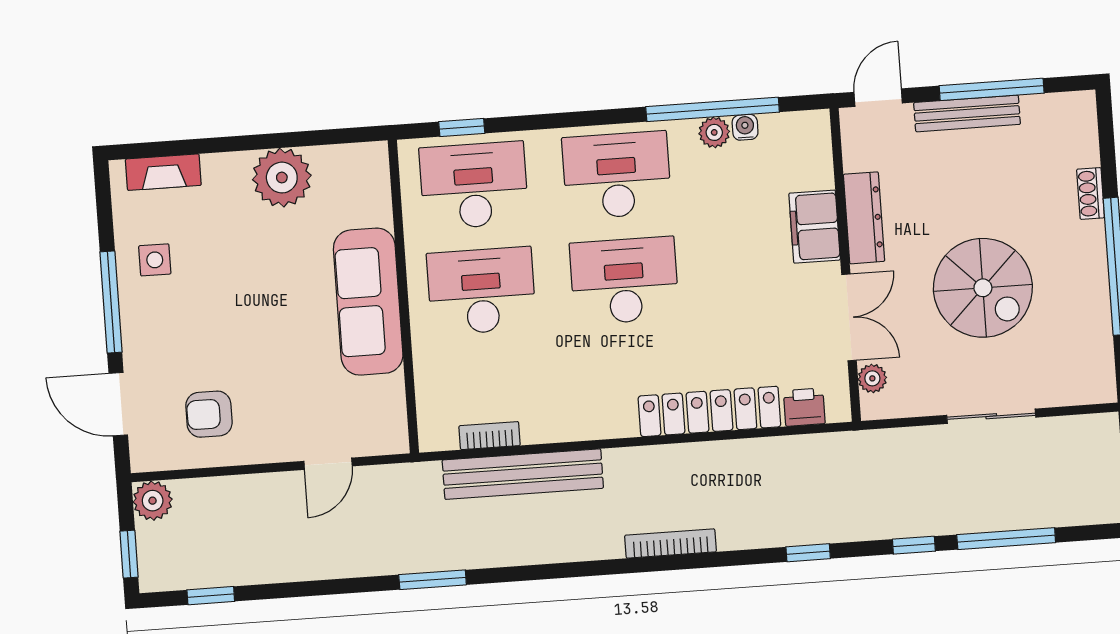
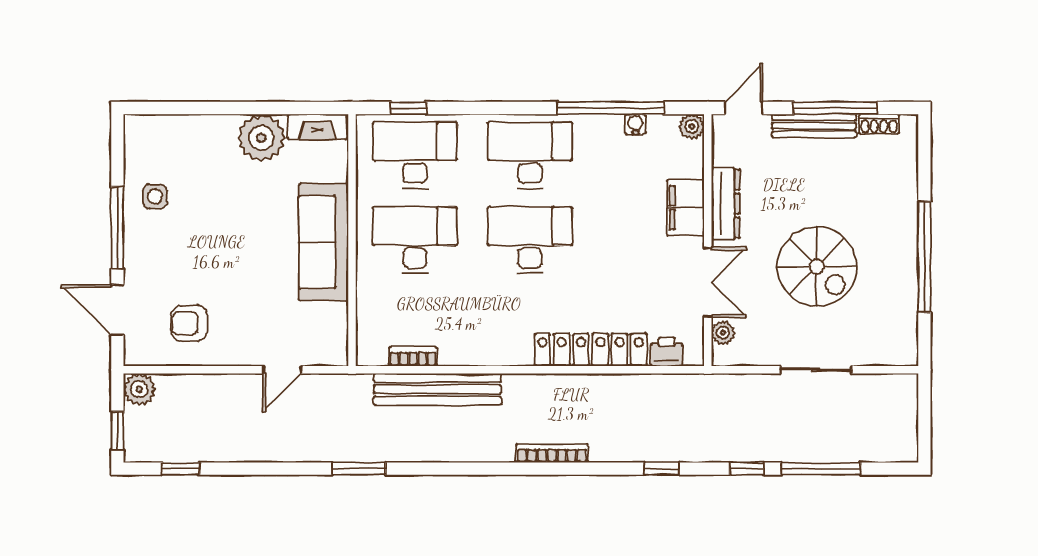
plant: (714, 132) -> (692, 126), moved
fireplace: (163, 172) -> (317, 127), moved
shoe rack: (1091, 193) -> (879, 124), moved, turned -90

